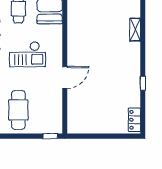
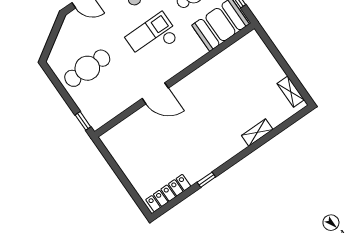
checkout: (27, 54) -> (152, 37), turned 90
locker: (134, 120) -> (168, 193), width x1.53

